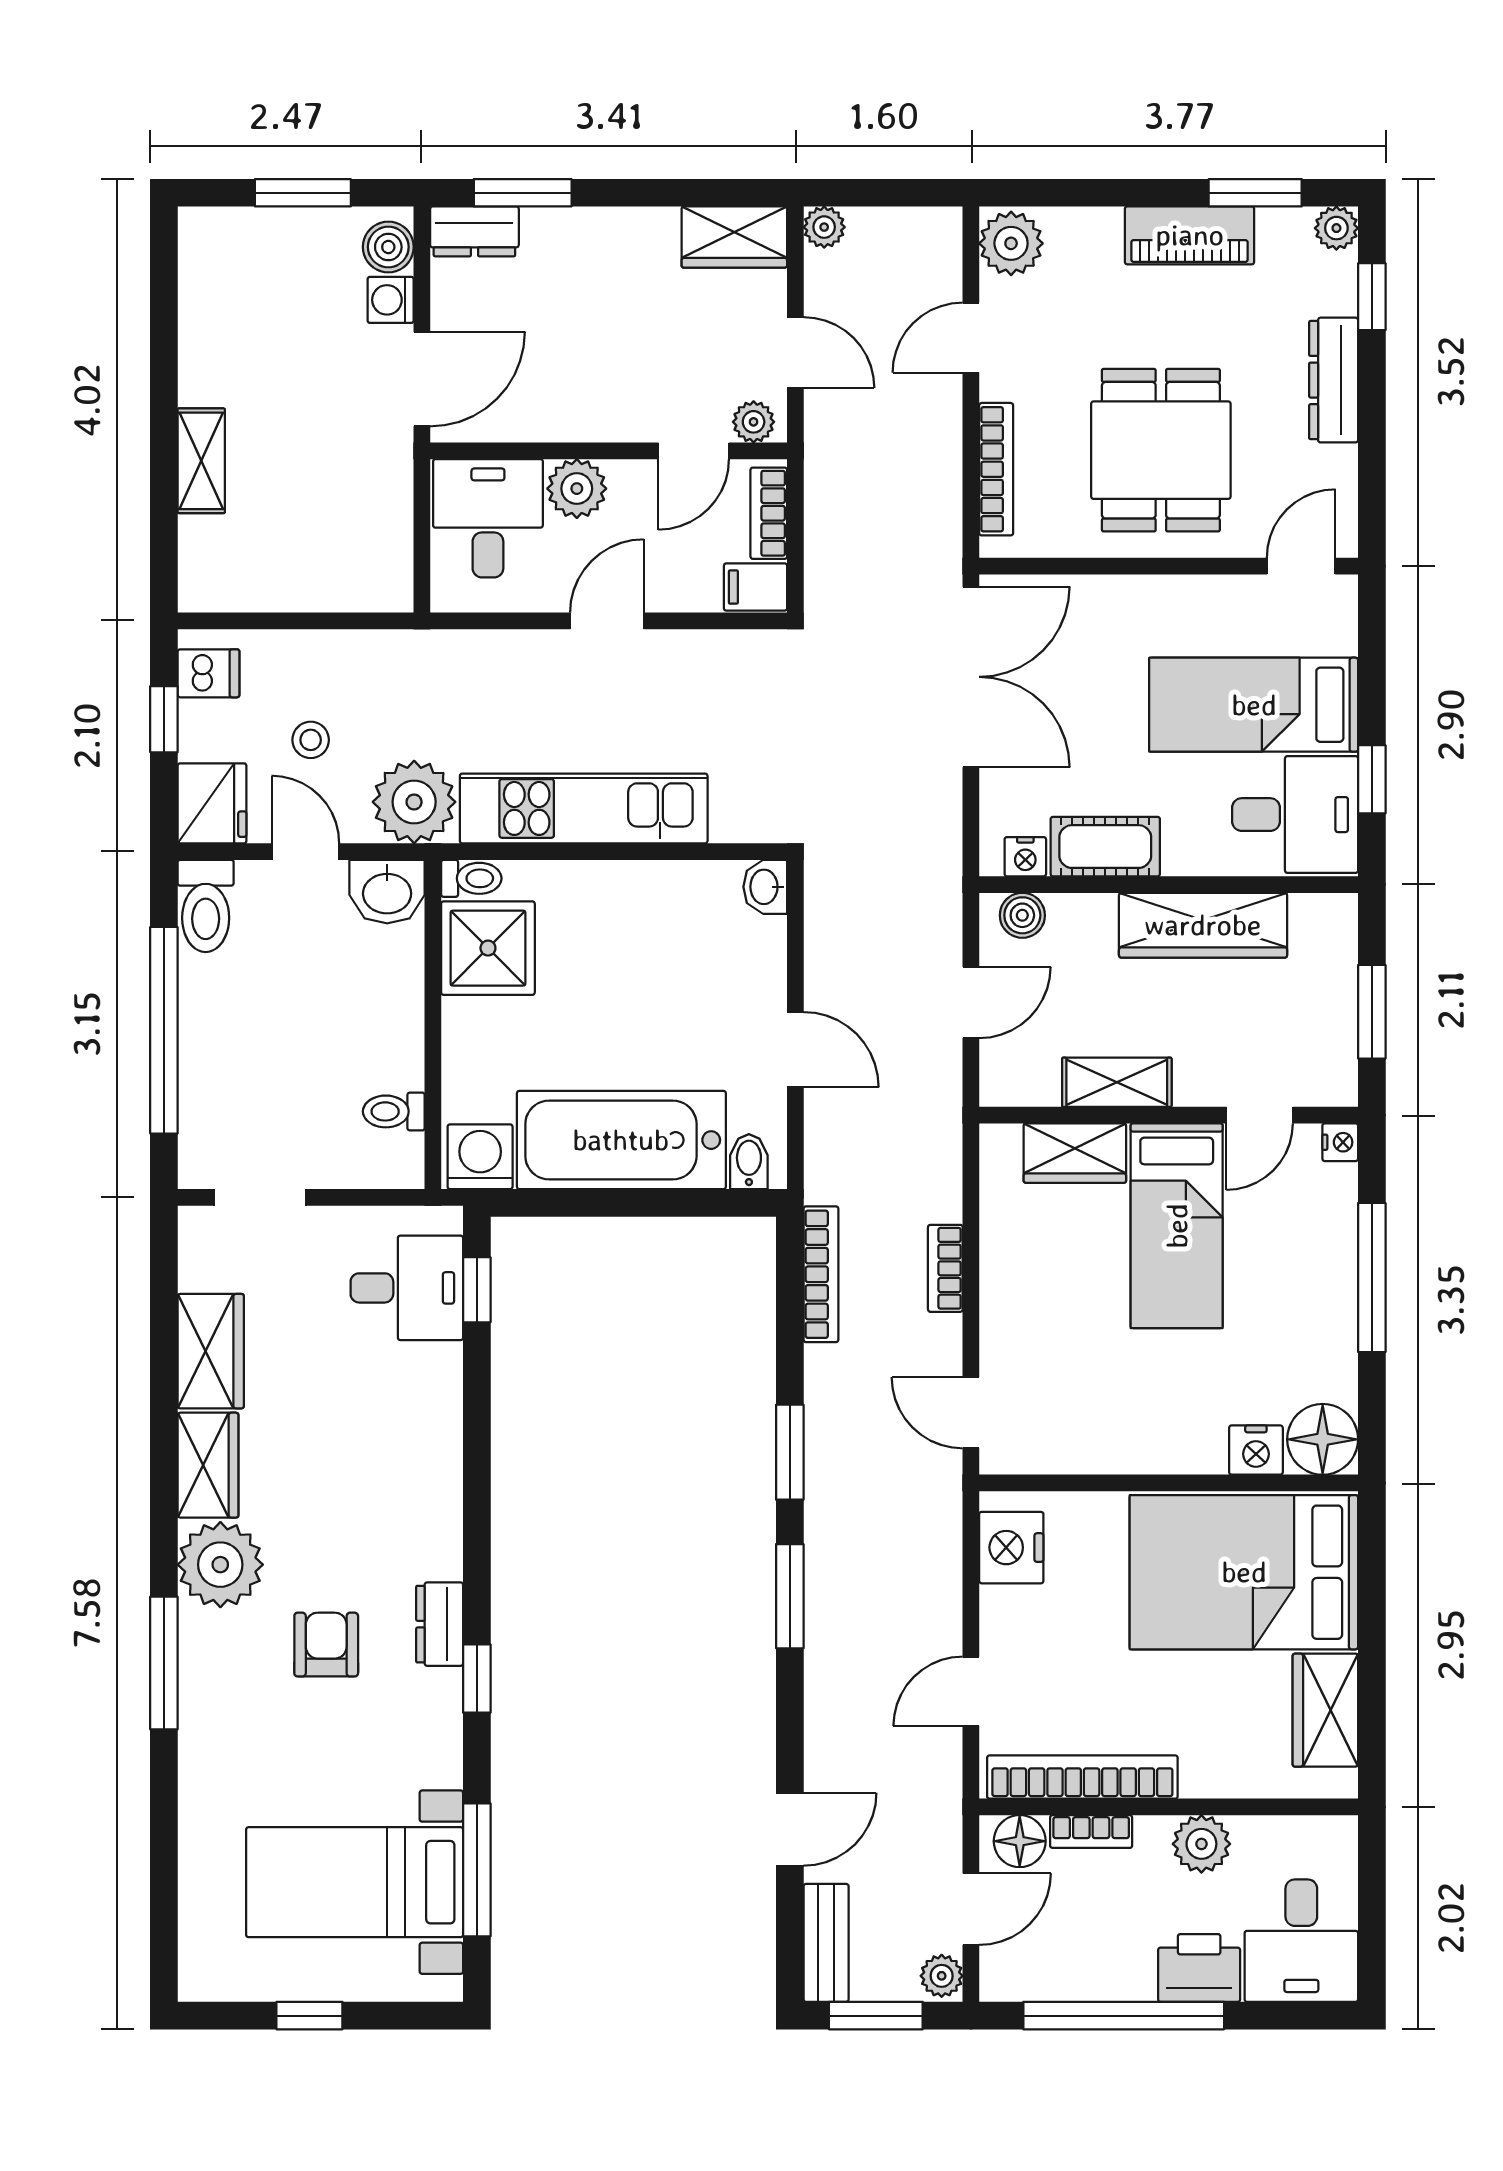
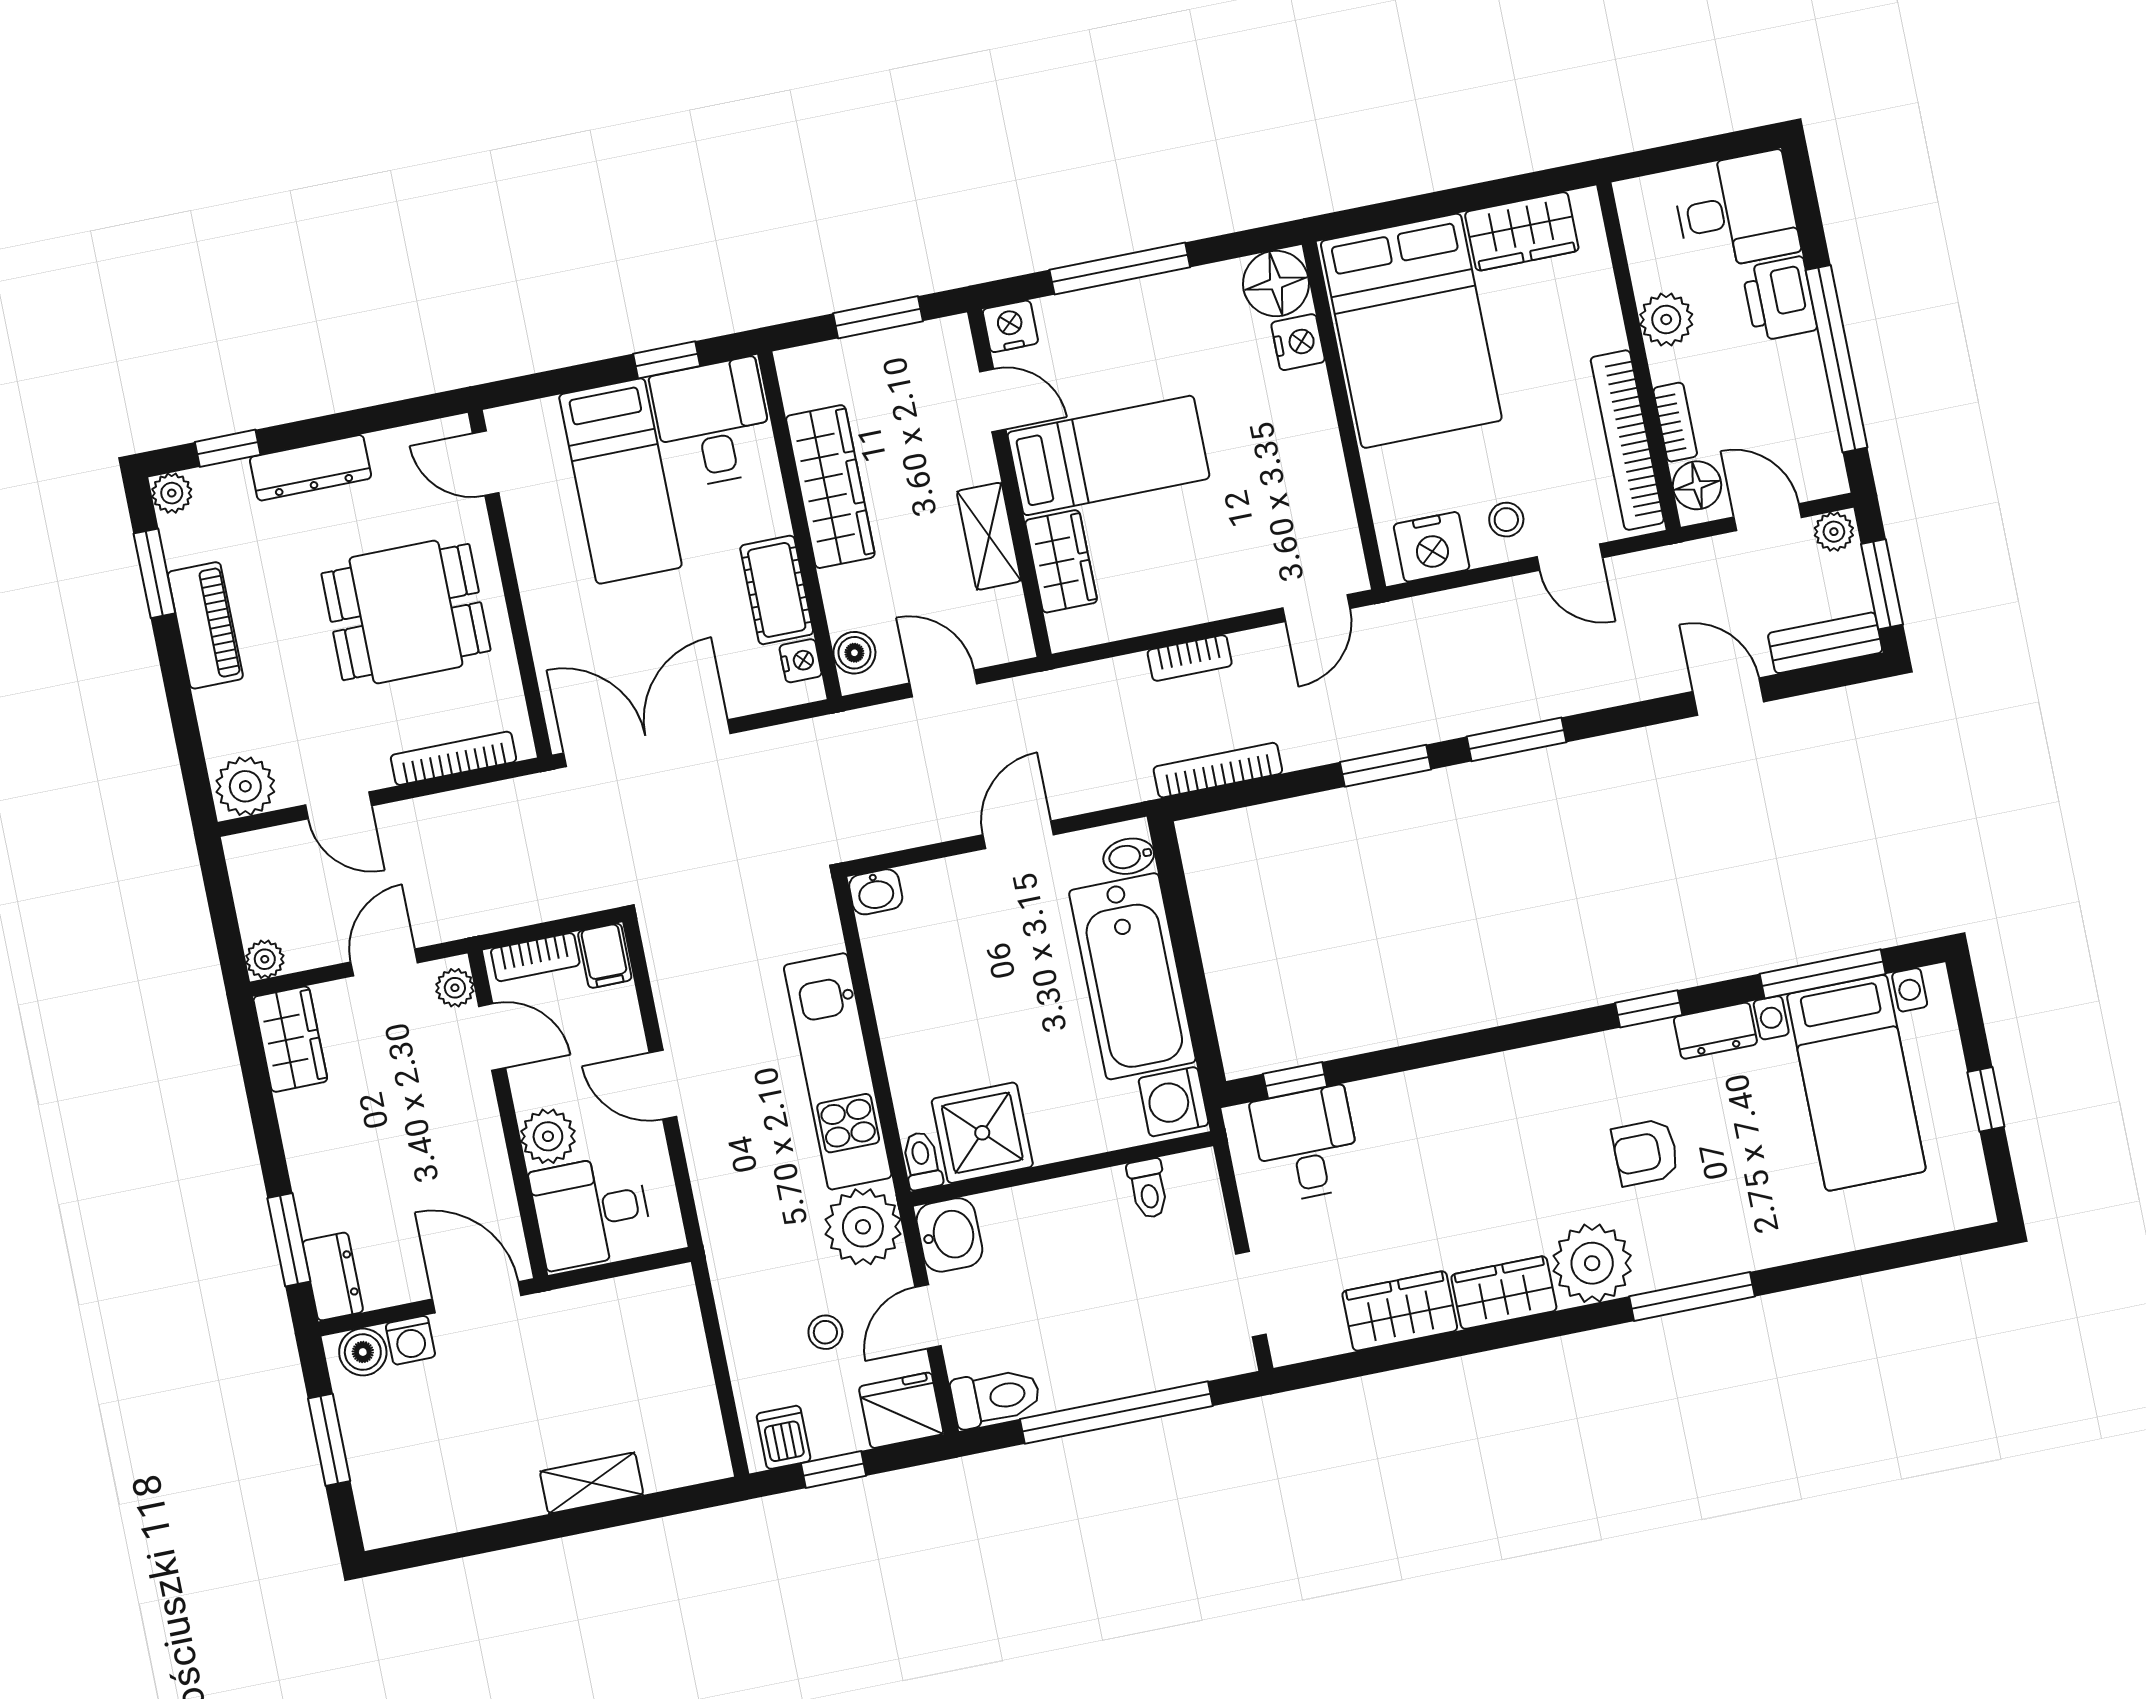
nightstand: (1340, 1142) -> (1010, 326), width x1.39, depth x1.35
dresser: (440, 1624) -> (1715, 1031), moved
stool: (1024, 1632) -> (1506, 520), added

